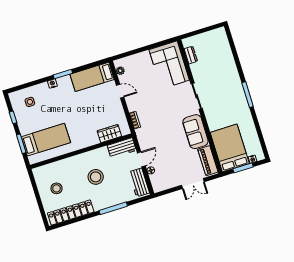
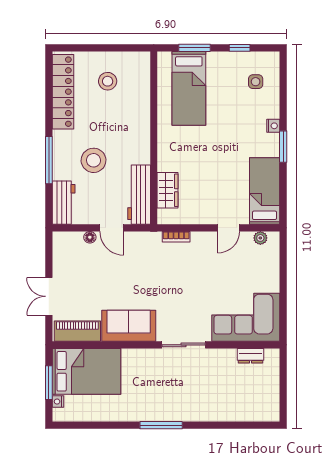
workbench: (122, 148) -> (139, 195), width x1.37
stool: (96, 177) -> (94, 160), moved
workbench: (139, 182) -> (64, 203), moved, turned 90

